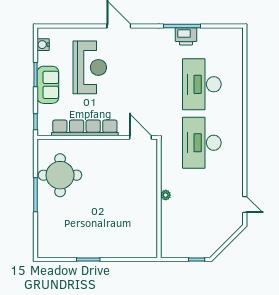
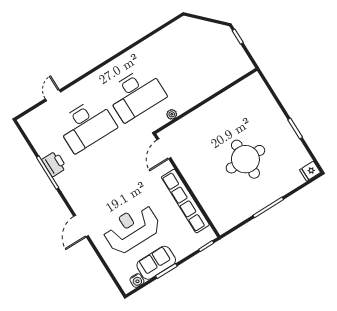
sofa: (48, 85) -> (156, 263), moved
round table: (60, 175) -> (245, 159), moved
plant: (166, 195) -> (172, 114), moved
door: (245, 204) -> (53, 95), moved
fridge: (44, 250) -> (310, 171), added

